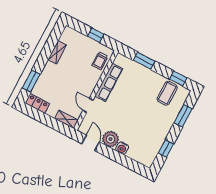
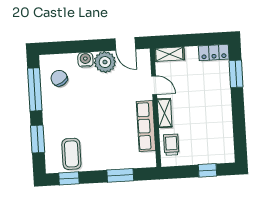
window: (96, 35) -> (208, 170), moved
shelving: (57, 52) -> (165, 113), moved
chair: (146, 146) -> (59, 78), added
window: (166, 148) -> (35, 89), width x2.17

